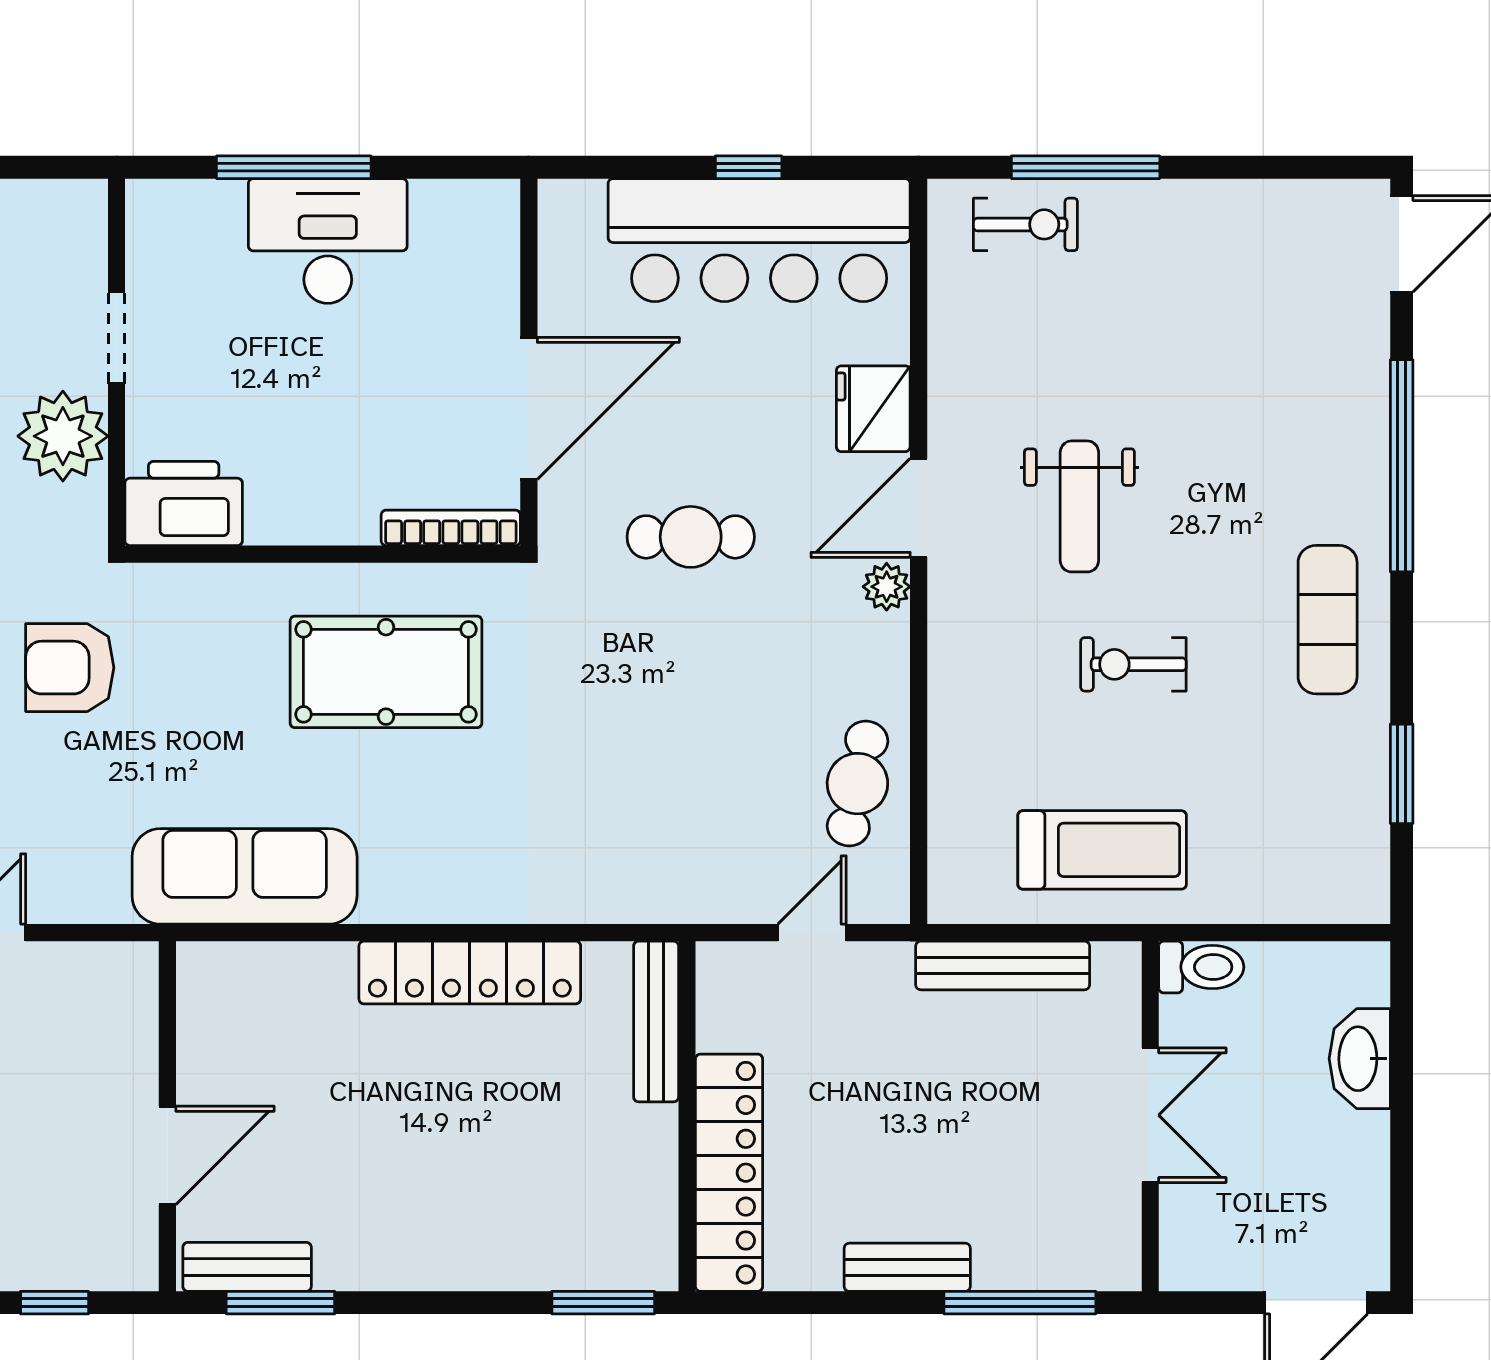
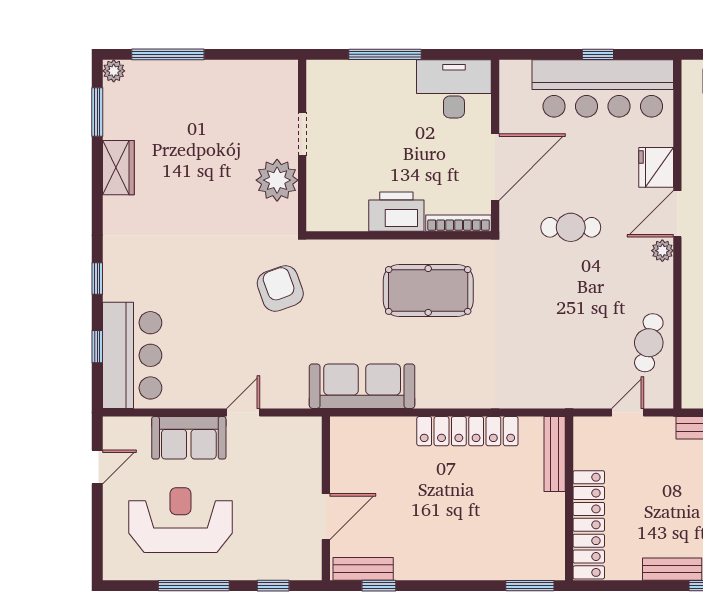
desk: (328, 241) -> (454, 89), moved
printer: (184, 504) -> (396, 212), moved
armchair: (70, 668) -> (280, 288), turned 70
window: (280, 1303) -> (379, 586), width x0.67

